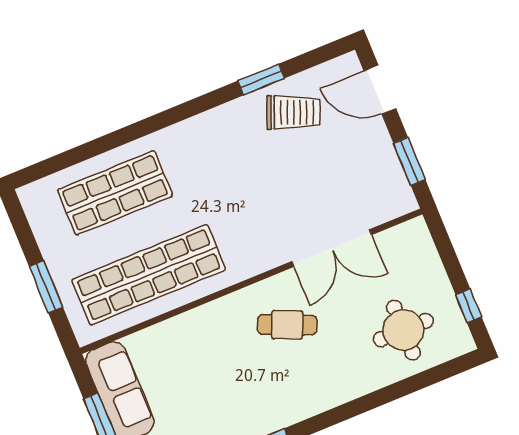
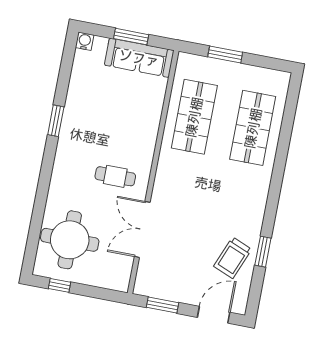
shop shelf: (149, 275) -> (194, 117), width x0.71
cafe table: (287, 325) -> (115, 176), turned 67
round table: (403, 330) -> (70, 240), width x1.36, depth x1.36

